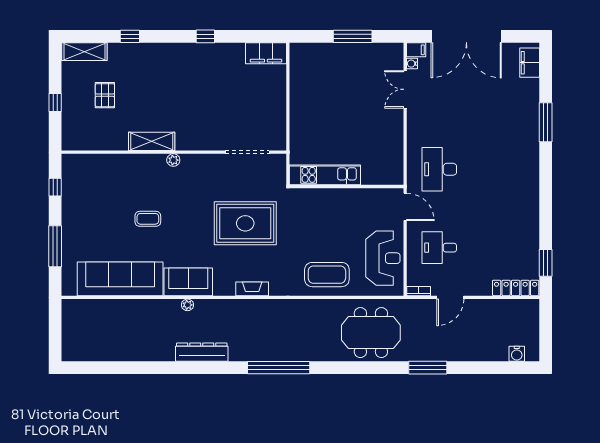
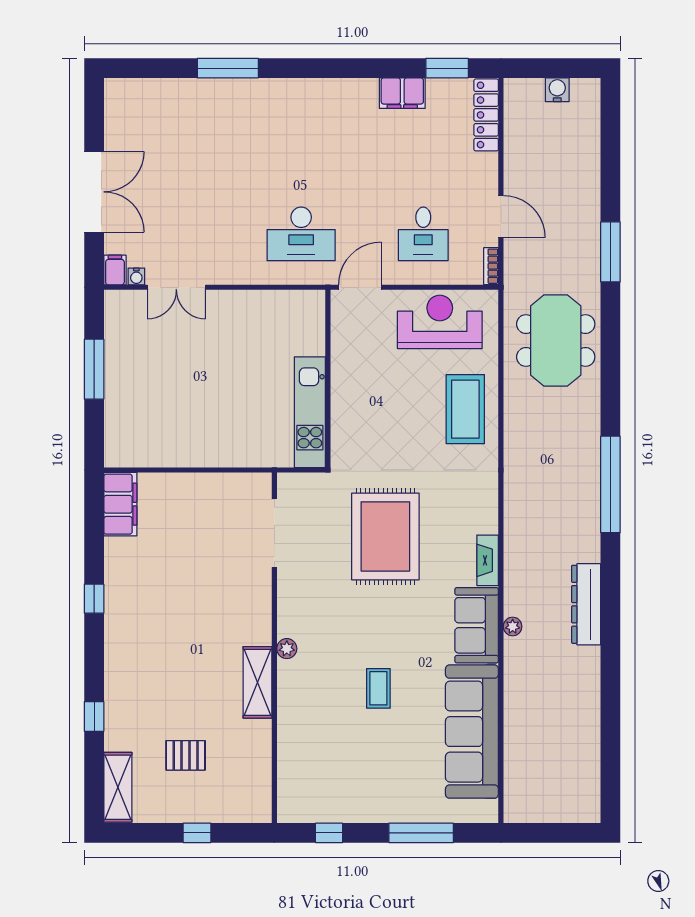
double door: (466, 36) -> (94, 192), width x0.73
filing cabinet: (530, 63) -> (402, 93), moved
fireplace: (252, 289) -> (488, 560), moved
water cooler: (517, 354) -> (557, 90), moved, turned -90

